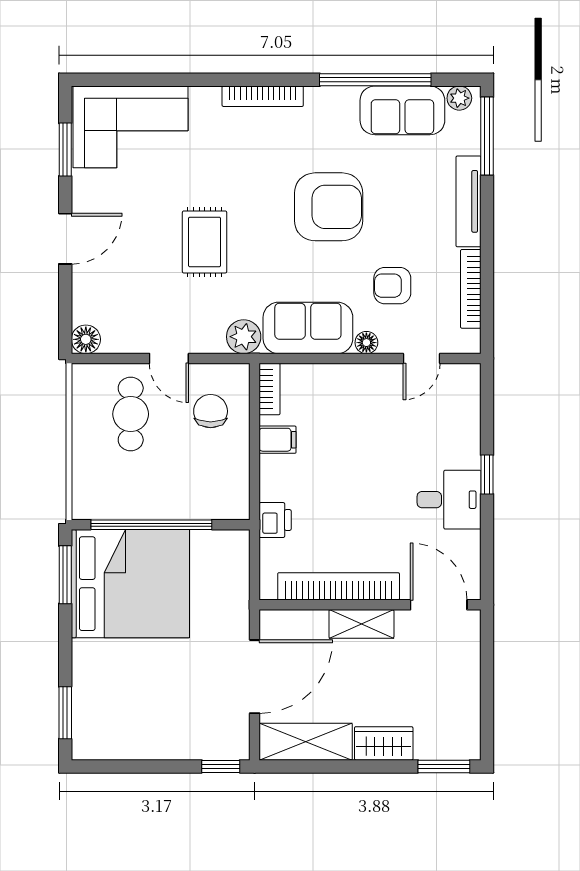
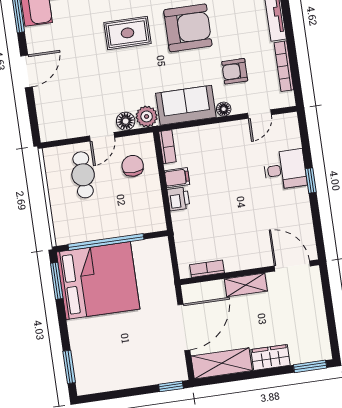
rug: (205, 242) -> (127, 33), moved, turned 90
floor lamp: (86, 339) -> (126, 121), moved
door: (169, 358) -> (102, 137), hinge flipped
desk: (449, 500) -> (285, 169), moved
printer: (275, 520) -> (178, 199), moved
bookcase: (339, 586) -> (207, 269), width x0.43, depth x0.76

